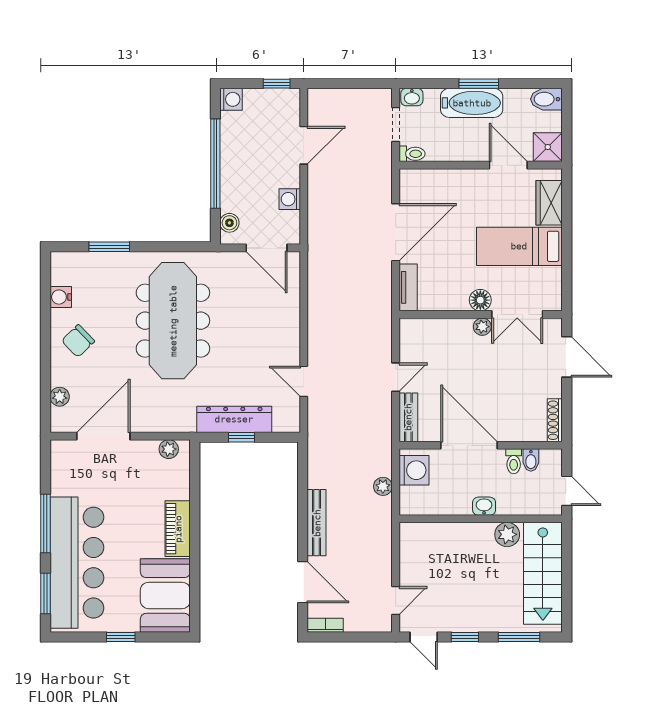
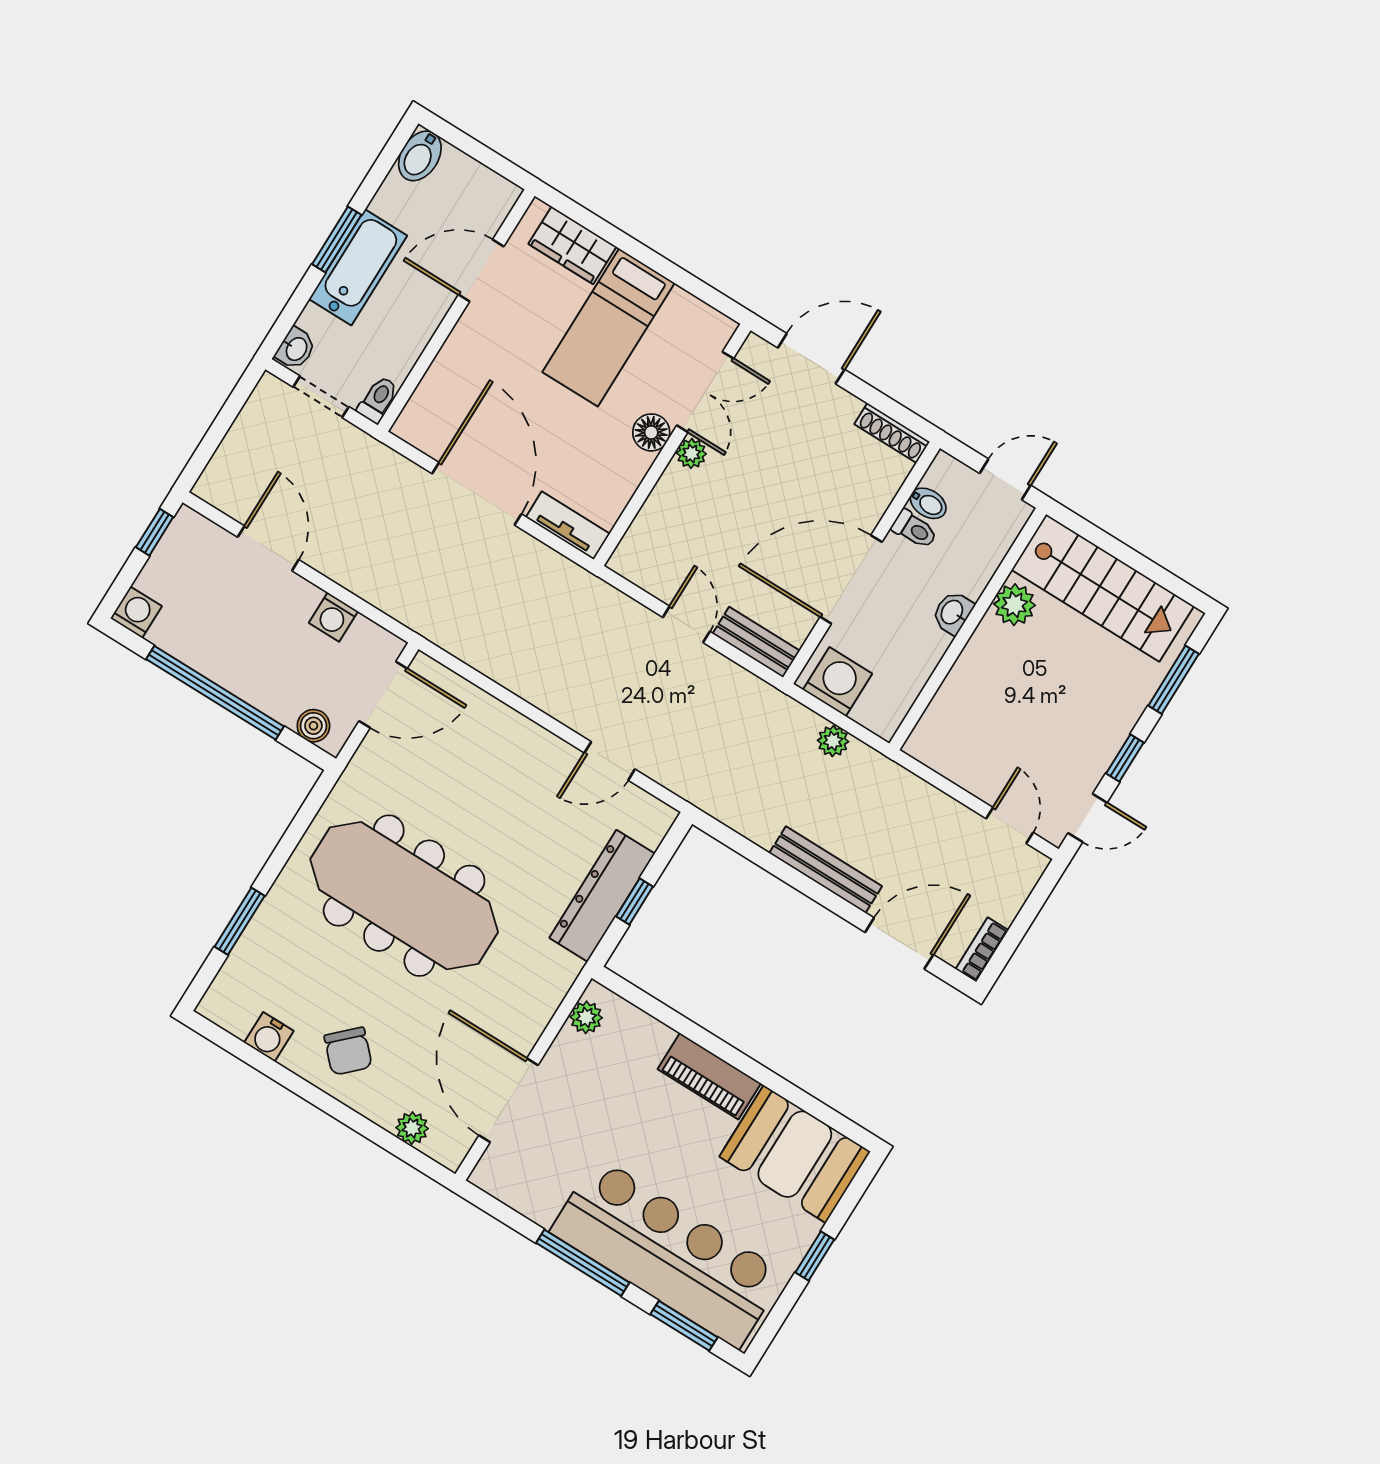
shower: (548, 147) -> (490, 197), removed

